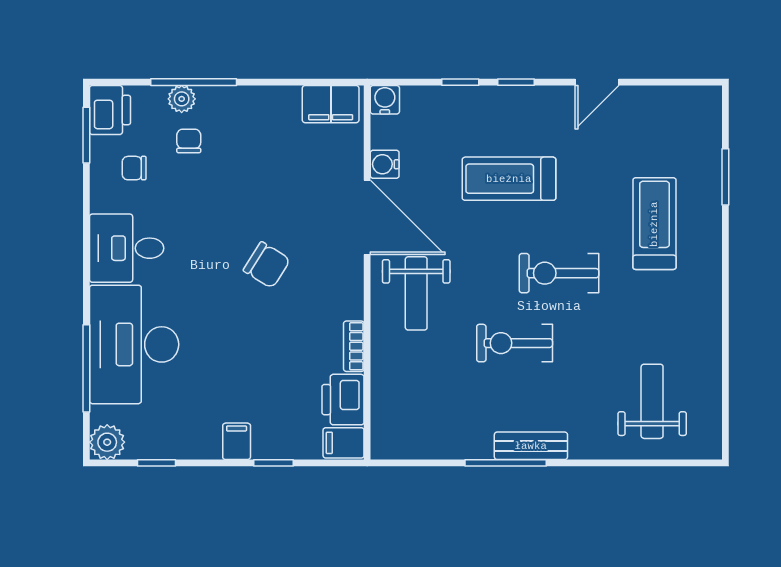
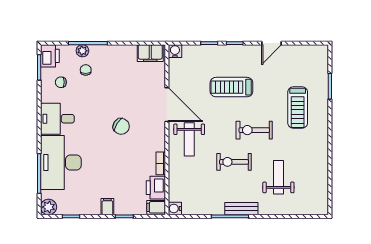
water cooler: (385, 164) -> (175, 208), moved
treadmill: (654, 224) -> (298, 108), turned 180
weight bench: (652, 401) -> (278, 177), moved

